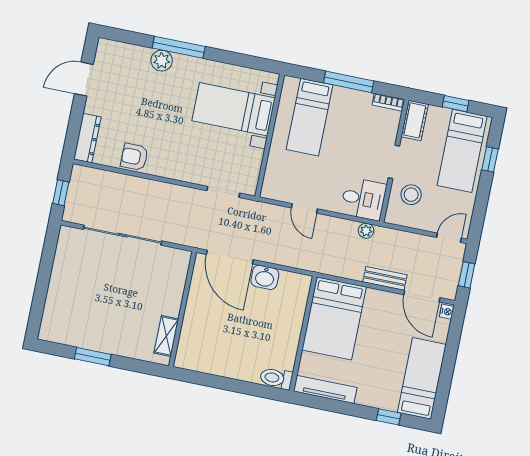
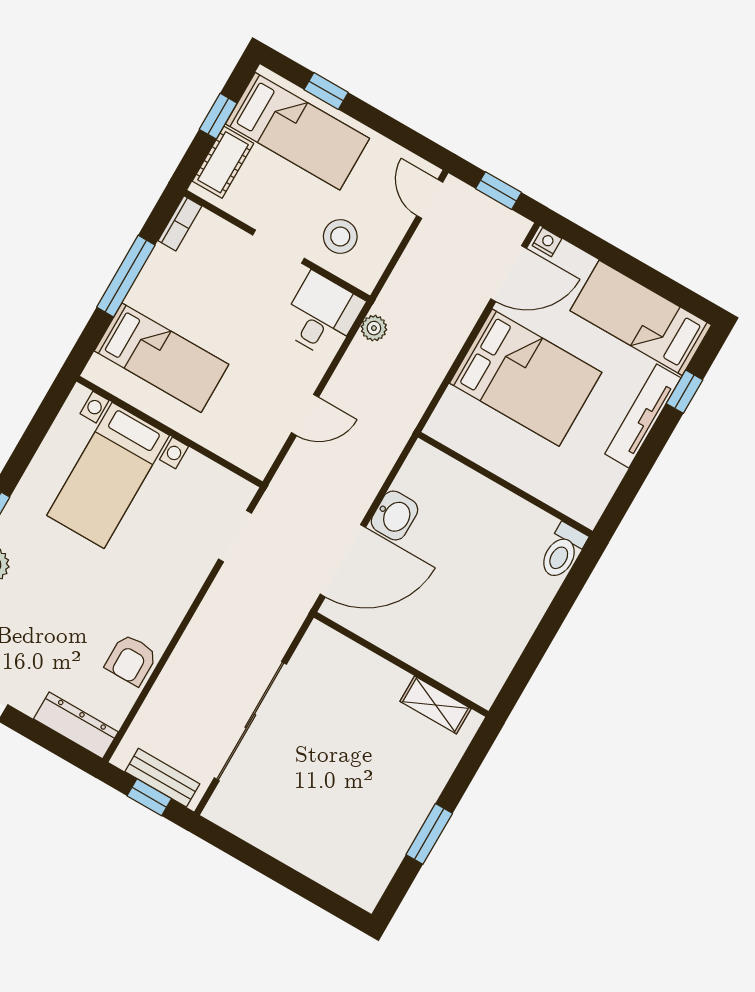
cot: (415, 120) -> (223, 162), moved, turned 90
bench: (385, 278) -> (162, 778), moved, turned 90
bed: (334, 318) -> (526, 378), moved
tv unit: (325, 389) -> (643, 416), moved

